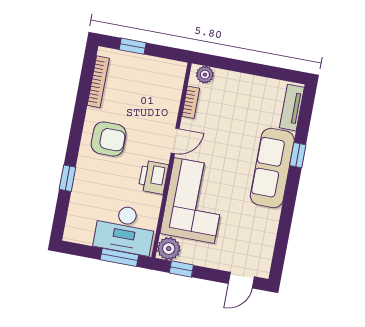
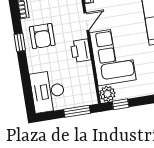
armchair: (109, 139) -> (42, 36), turned 90
window: (67, 178) -> (20, 42), moved
desk: (125, 229) -> (48, 91), moved, turned 90

